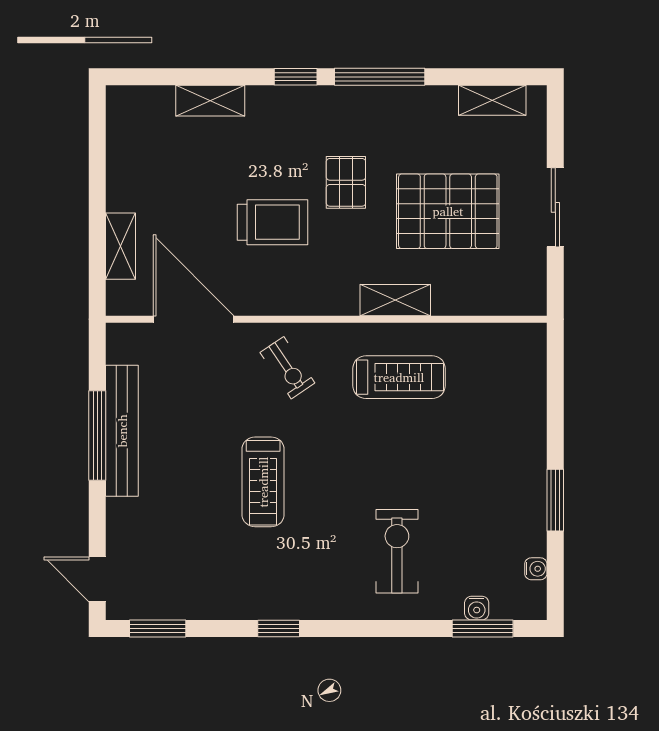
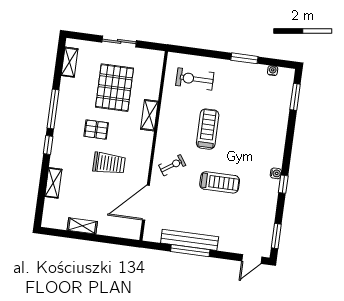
trolley: (272, 222) -> (109, 163), turned 90
shelving: (120, 246) -> (82, 226), moved
treadmill: (399, 377) -> (208, 129), moved
exercise bike: (397, 551) -> (195, 79), moved
water cooler: (477, 608) -> (276, 173), moved

